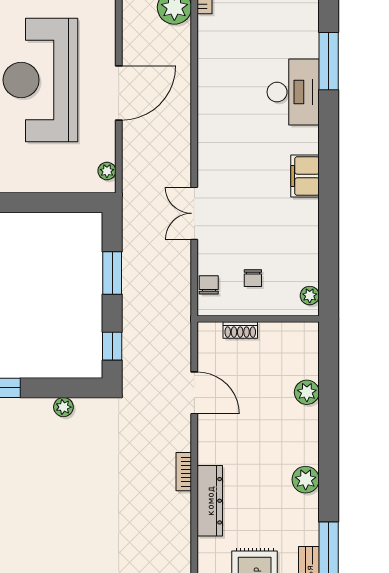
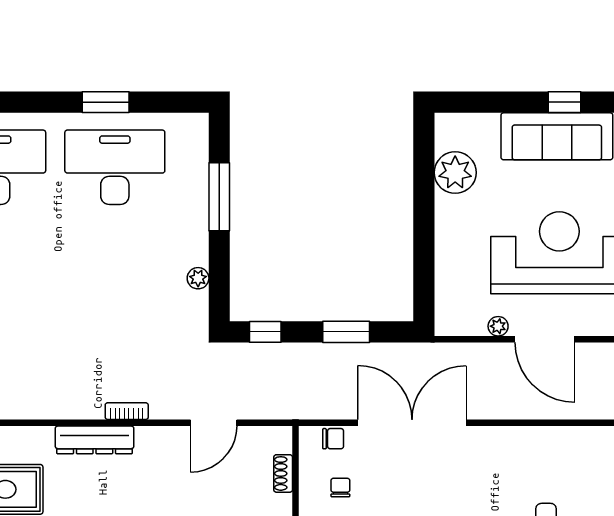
plant: (107, 171) -> (498, 326), moved
double door: (194, 213) -> (412, 423), width x1.87
chair: (253, 278) -> (340, 487), turned 90

